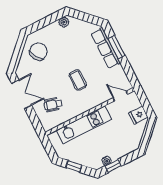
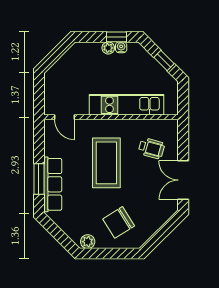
chair: (38, 51) -> (119, 222), moved
coffee table: (78, 80) -> (106, 163), width x1.86, depth x1.72
fridge: (138, 115) -> (54, 83), removed
plant: (115, 156) -> (108, 48), added

